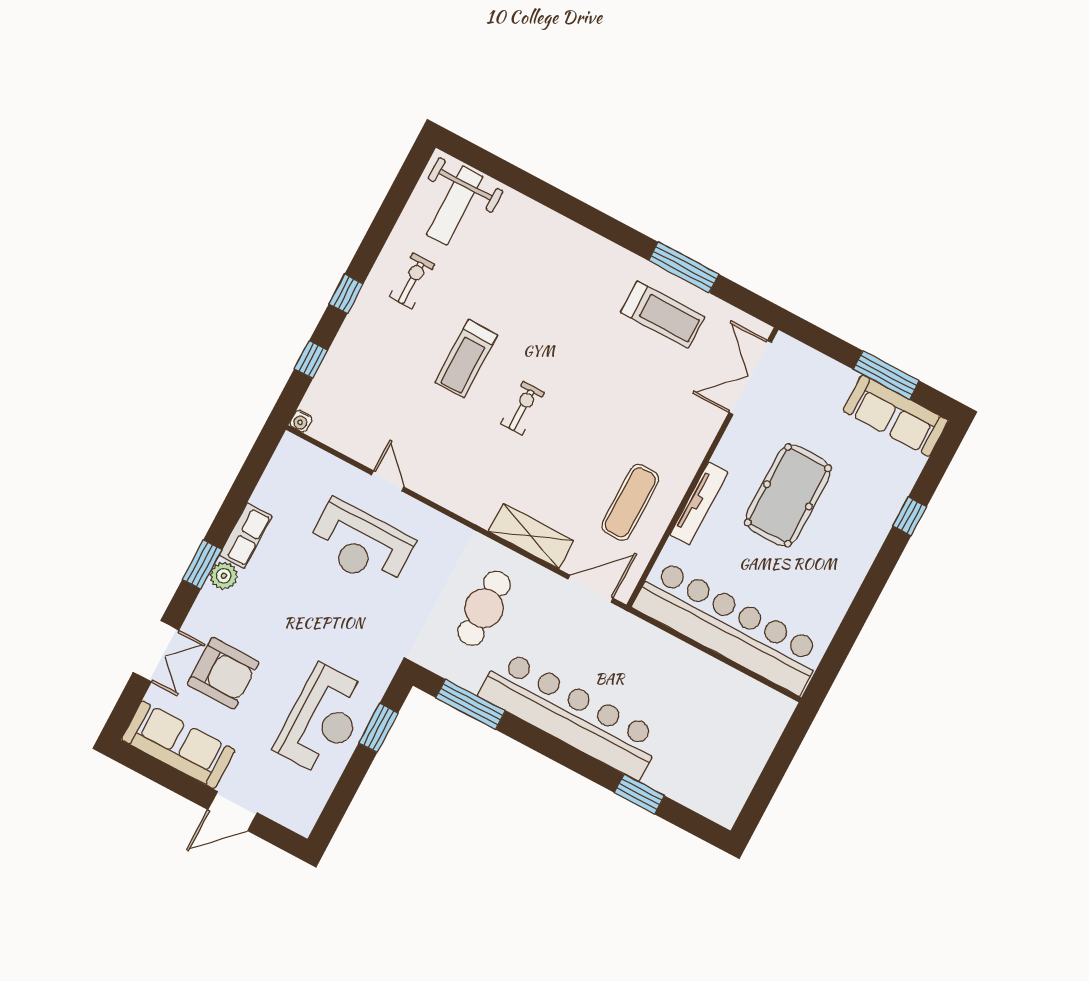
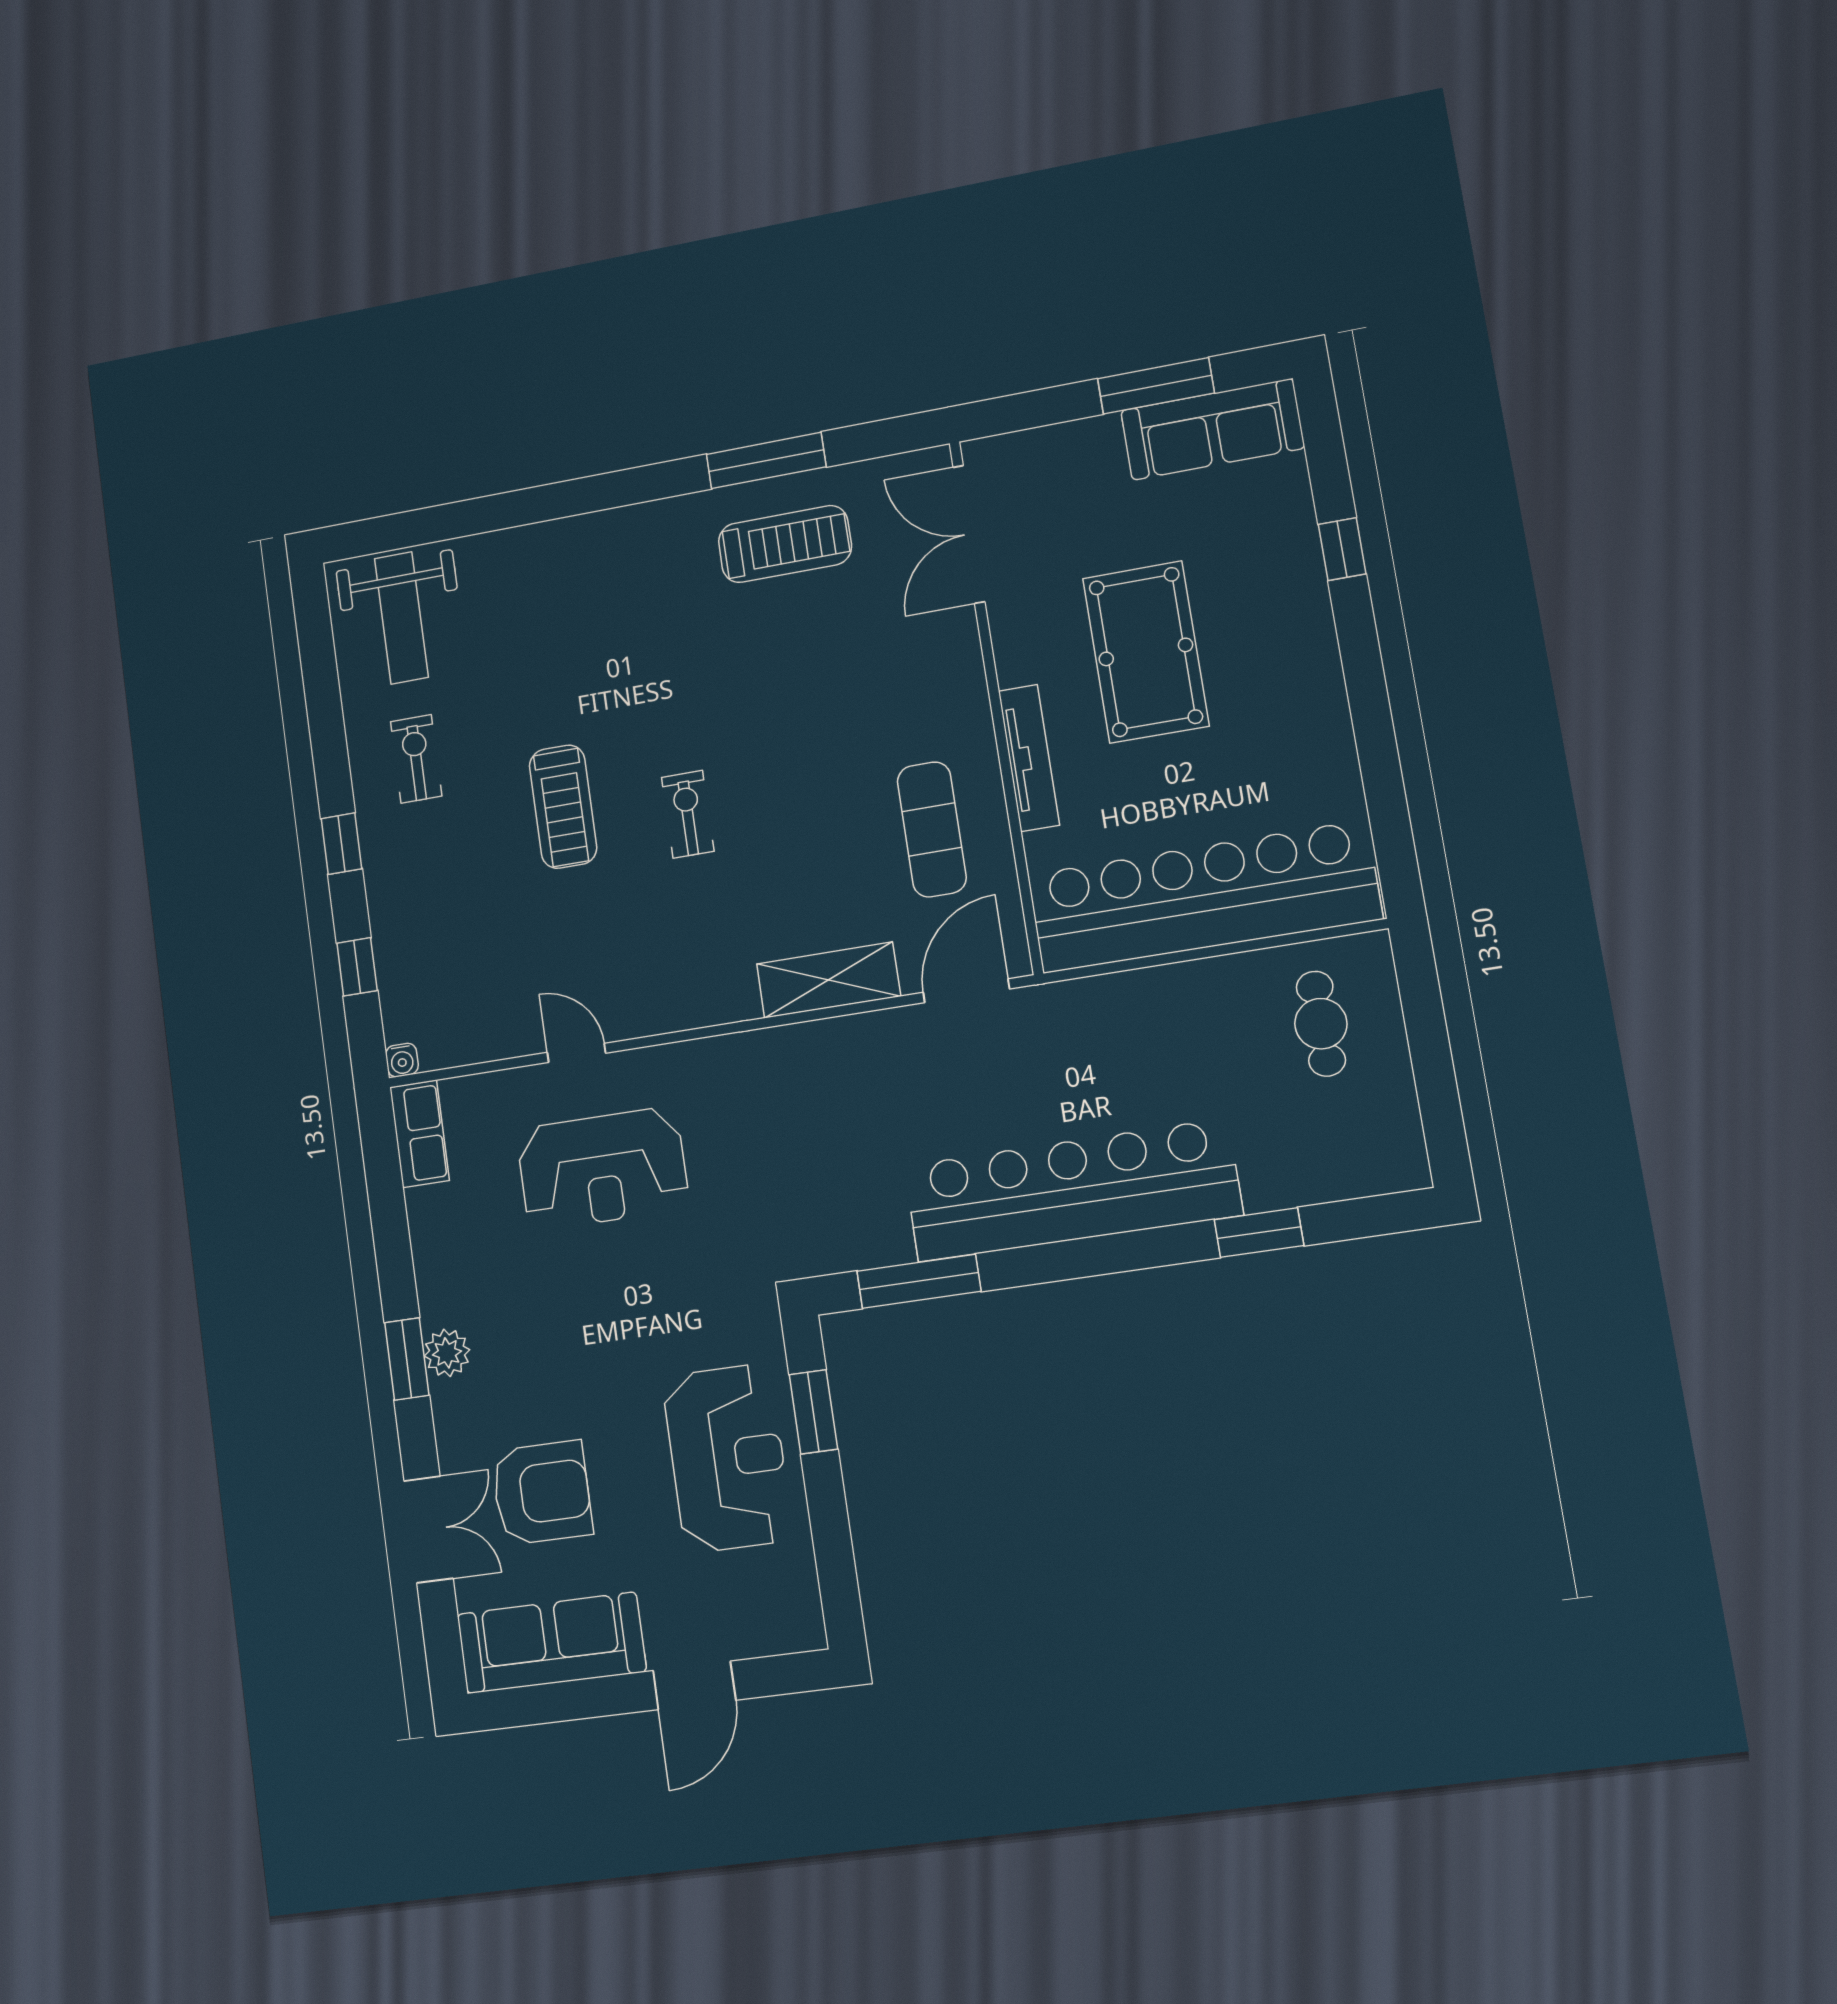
row of seats: (246, 536) -> (419, 1134), moved
cafe table: (484, 608) -> (1321, 1024), moved, width x0.73, depth x0.74

